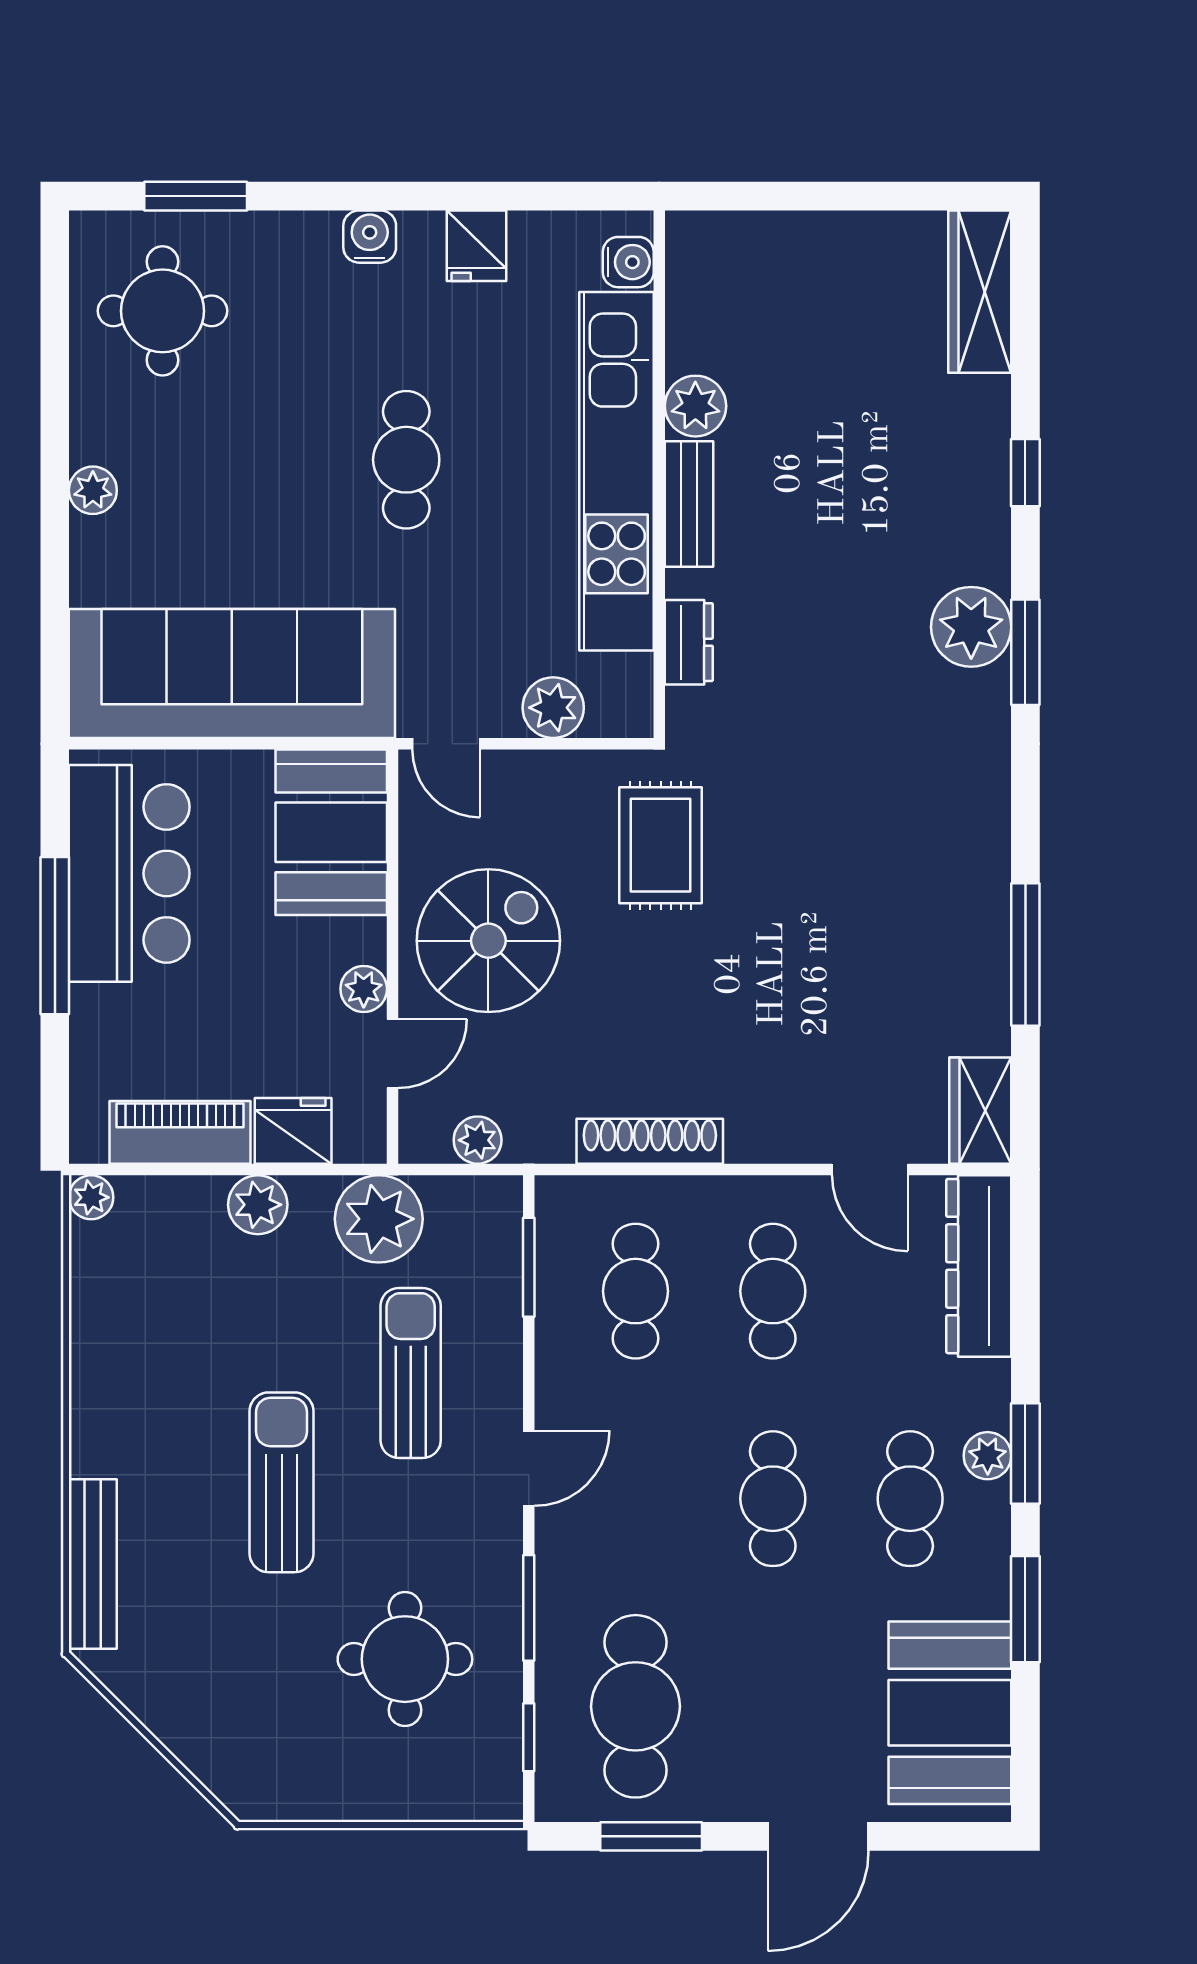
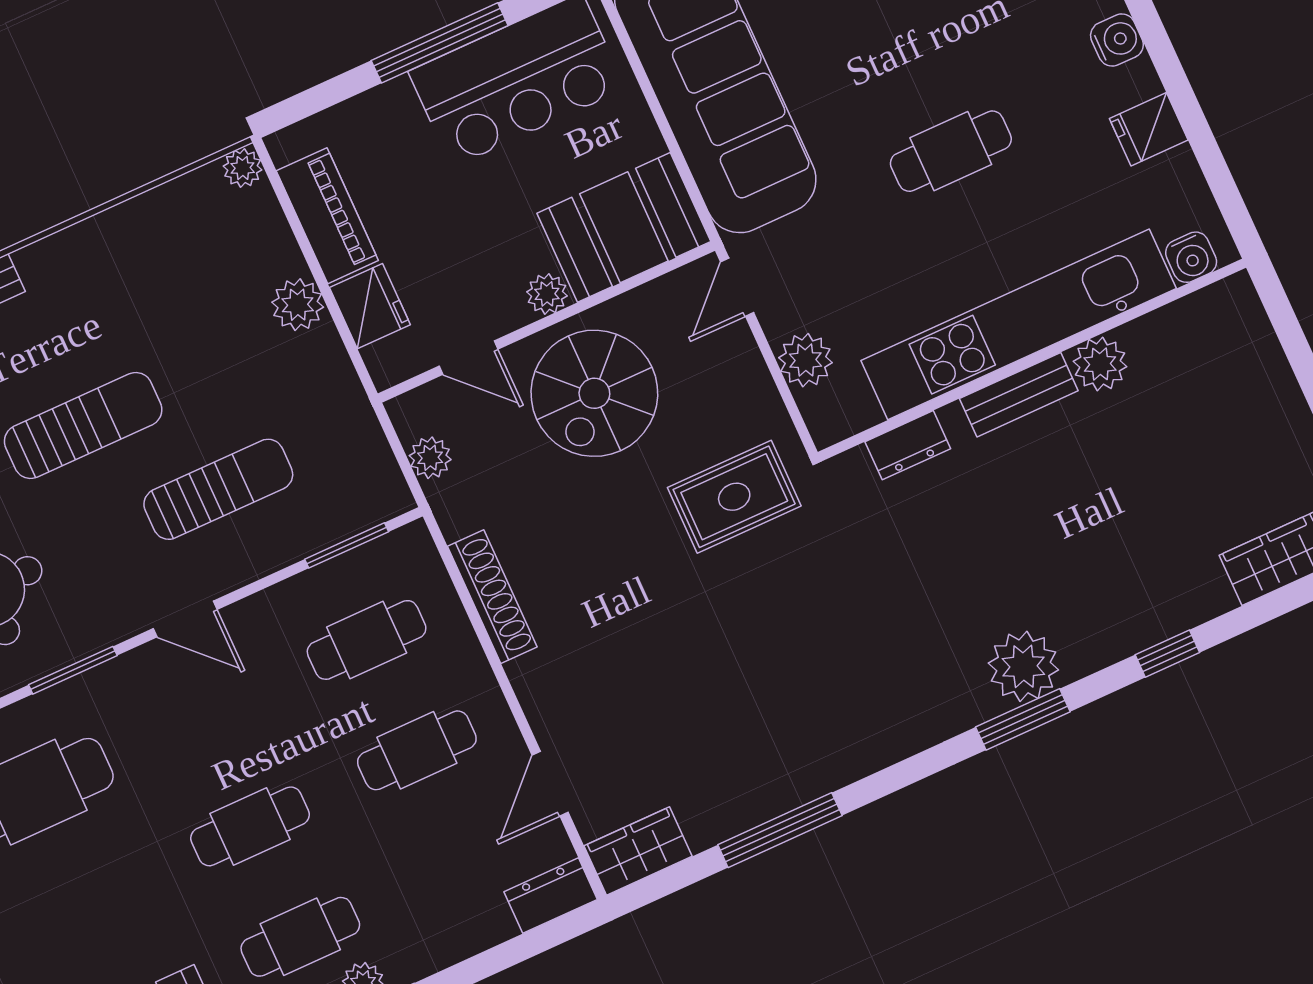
spiral stairs: (488, 941) -> (594, 393), turned 90
plant: (364, 989) -> (547, 294), moved
plant: (379, 1219) -> (331, 407), removed
dresser: (979, 1266) -> (551, 896), width x0.51, depth x0.80

